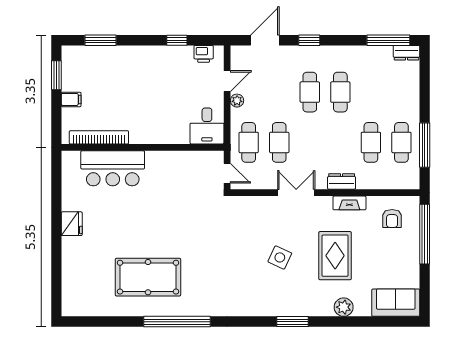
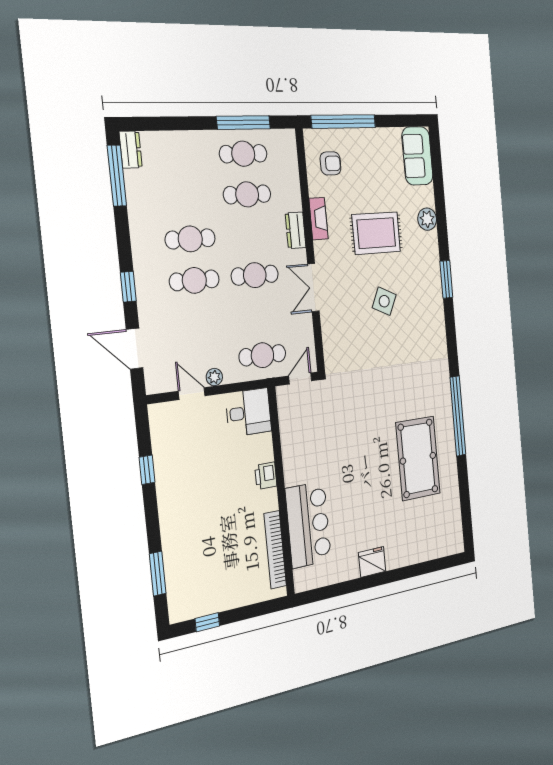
printer: (204, 54) -> (266, 476), moved, turned 180
window: (56, 75) -> (207, 622), width x0.67
filing cabinet: (71, 99) -> (234, 596), removed
cafe table: (279, 142) -> (255, 275), moved

